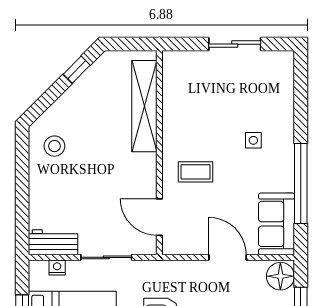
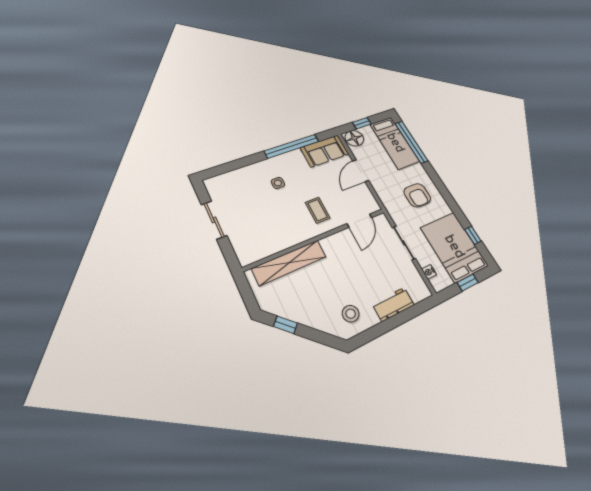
workbench: (53, 242) -> (393, 304), moved, turned 90

